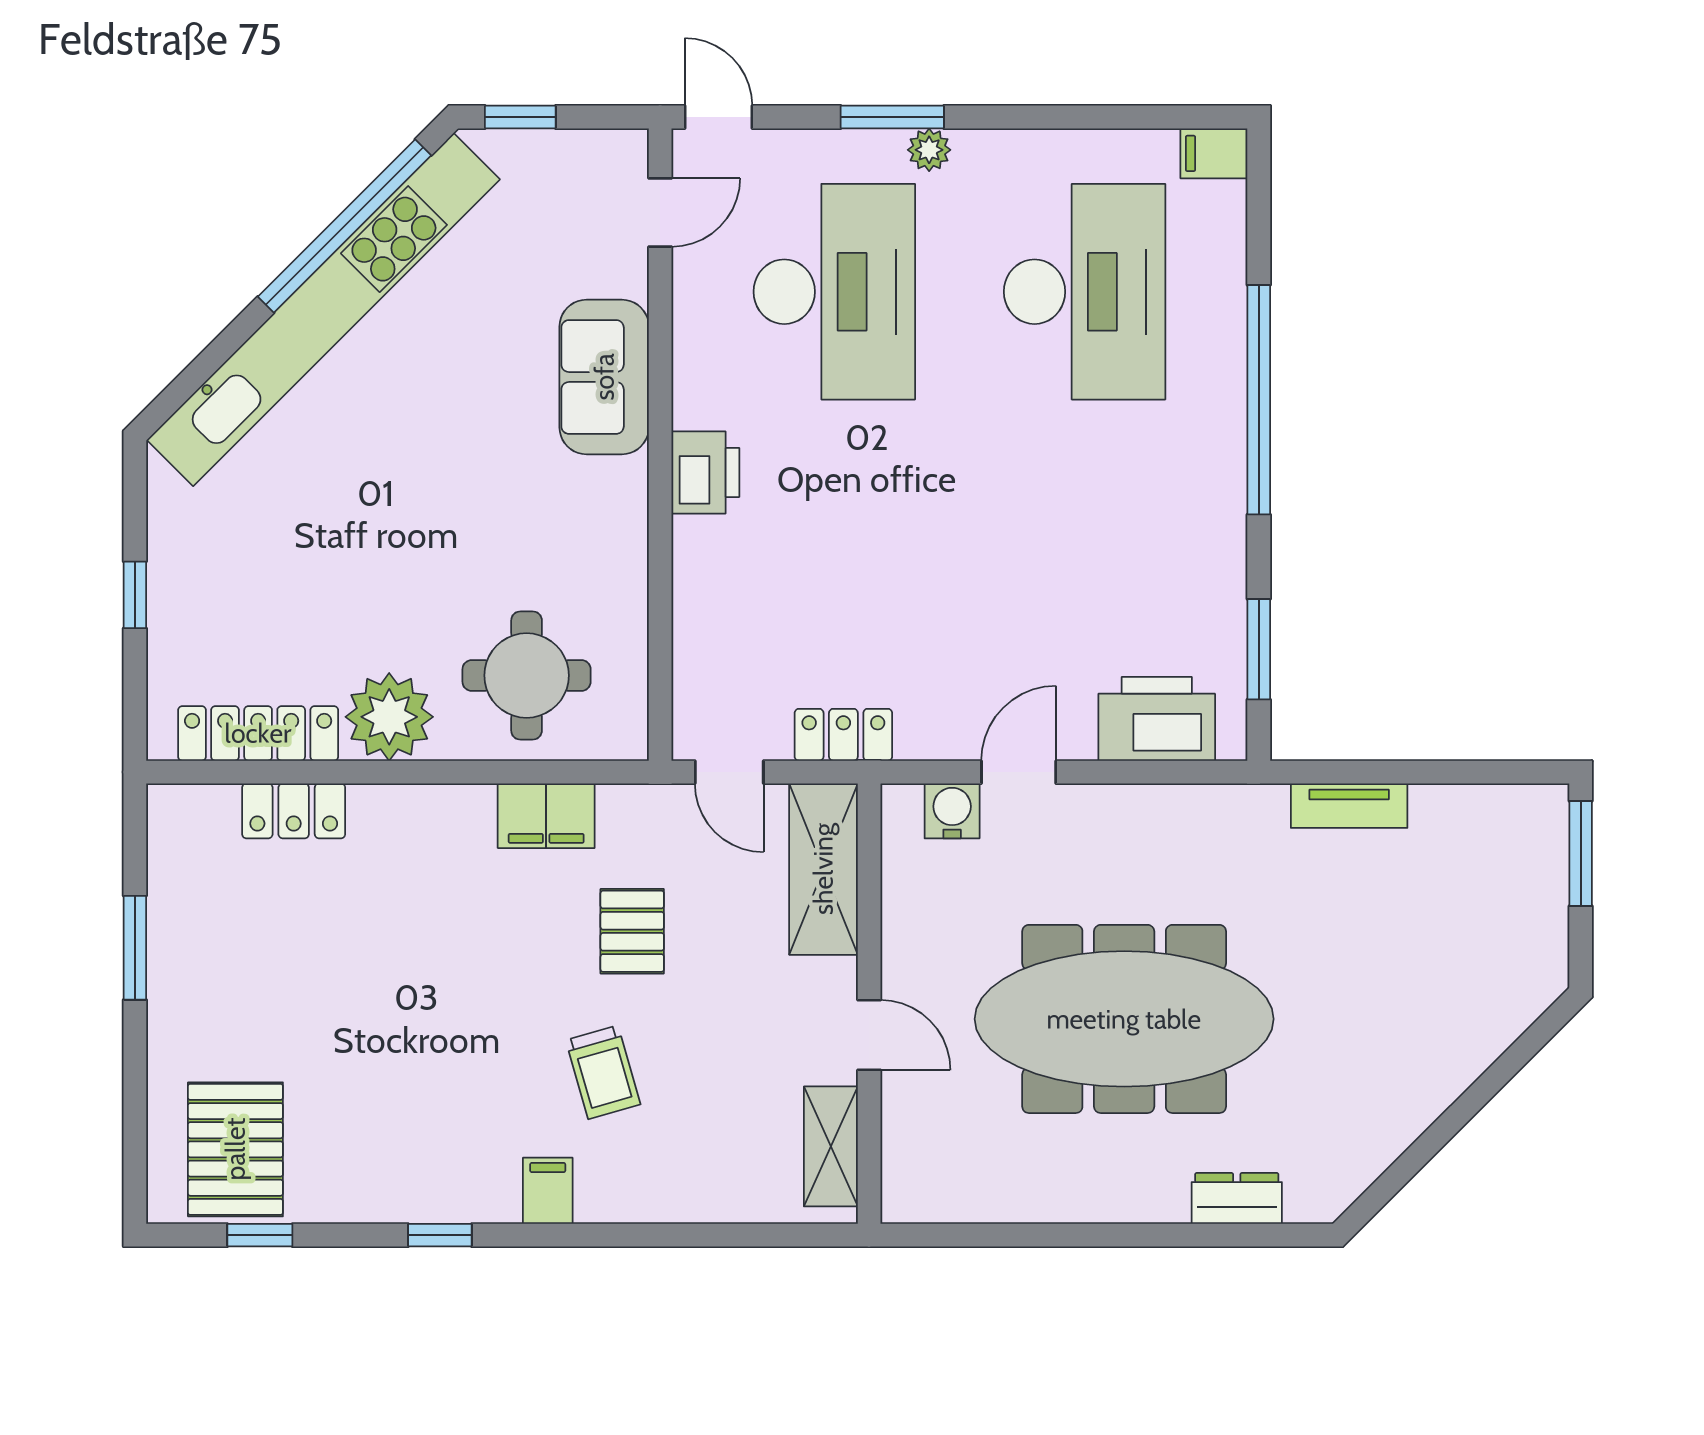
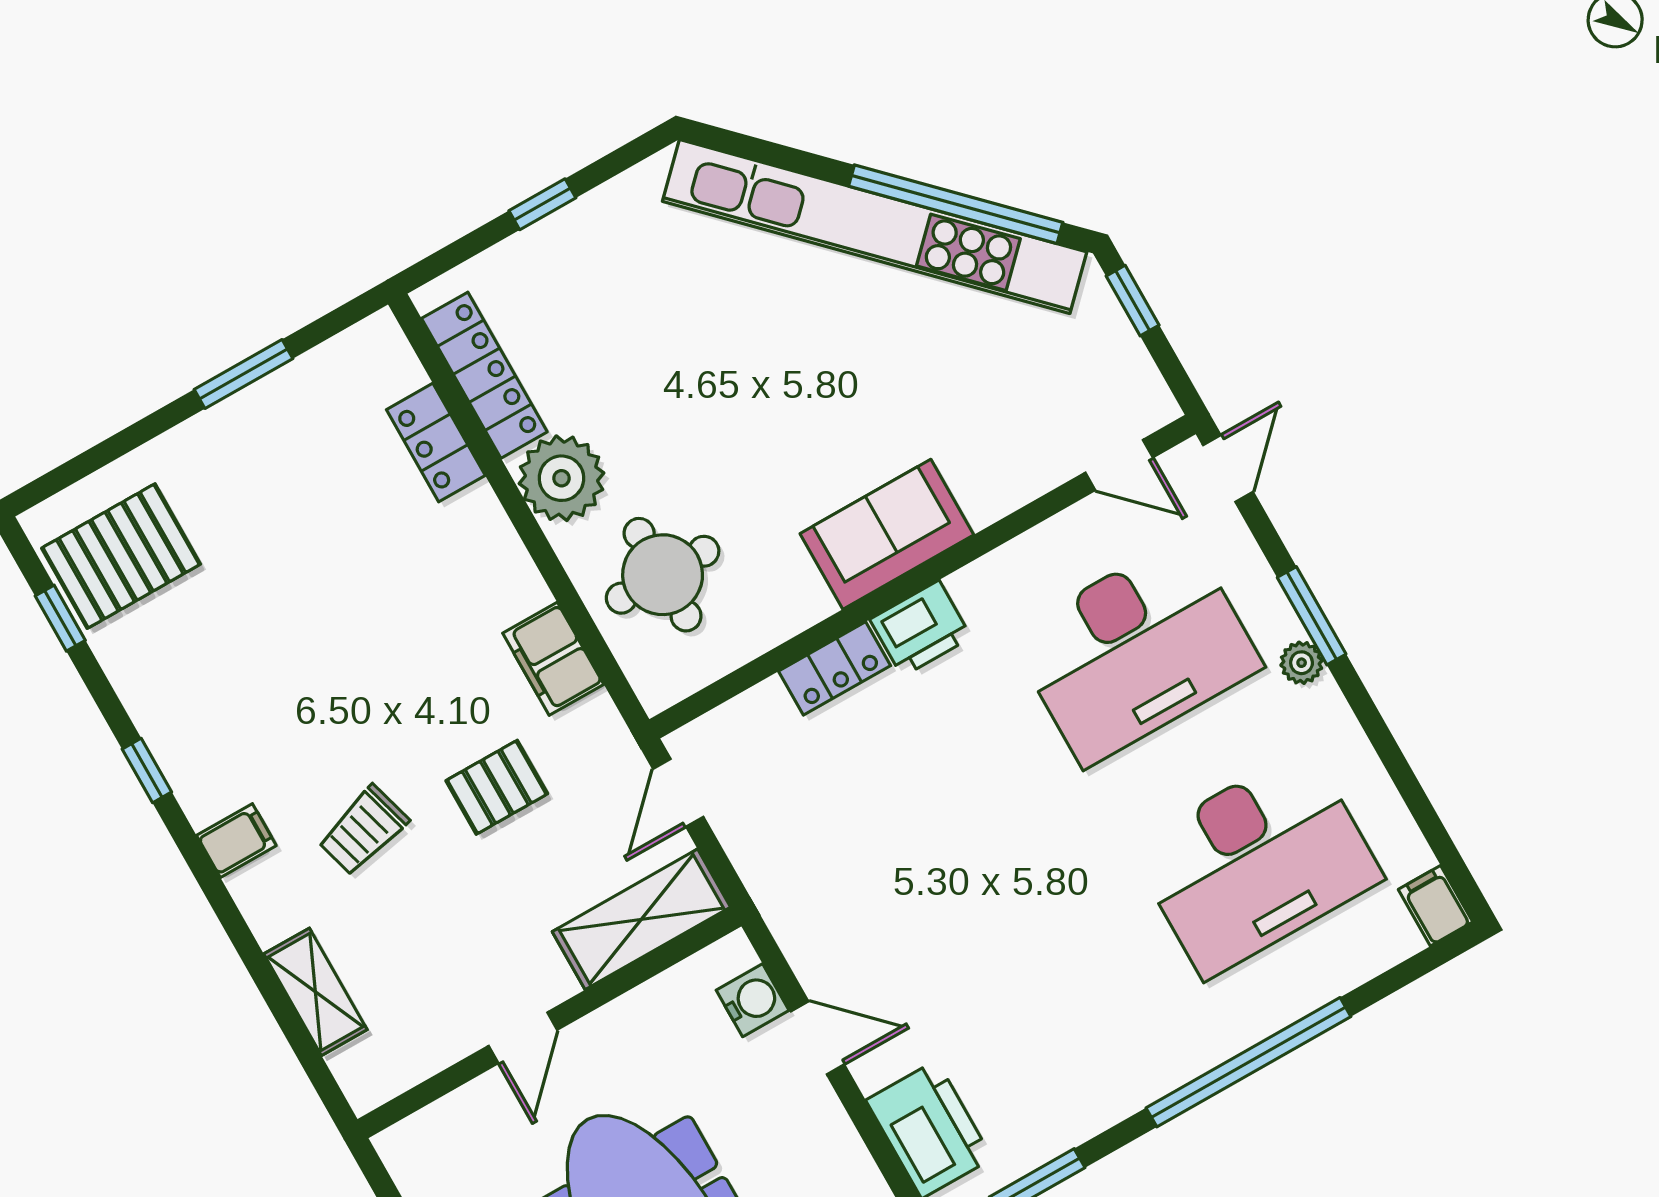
sofa: (604, 377) -> (887, 534), moved
locker: (843, 735) -> (835, 668), moved, turned 90
shelving: (831, 1146) -> (315, 992), moved, turned 90

